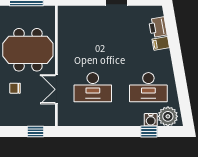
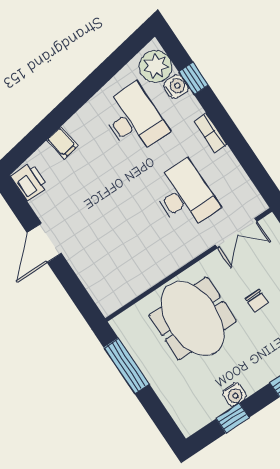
printer: (158, 27) -> (29, 182), moved, turned -80
double door: (56, 89) -> (236, 233), moved
bookcase: (116, 122) -> (211, 133), added

